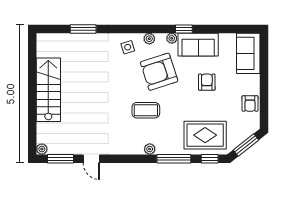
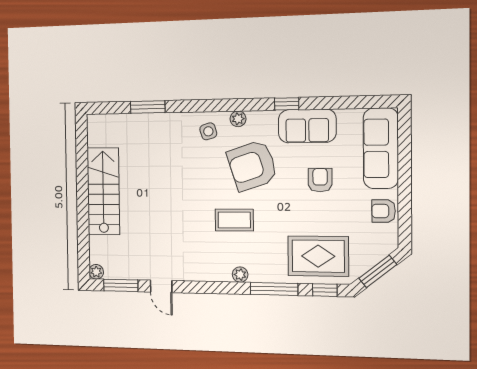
plant: (172, 38) -> (270, 118), removed
sofa: (248, 53) -> (381, 148), width x1.36
armchair: (250, 103) -> (384, 211), turned 90

